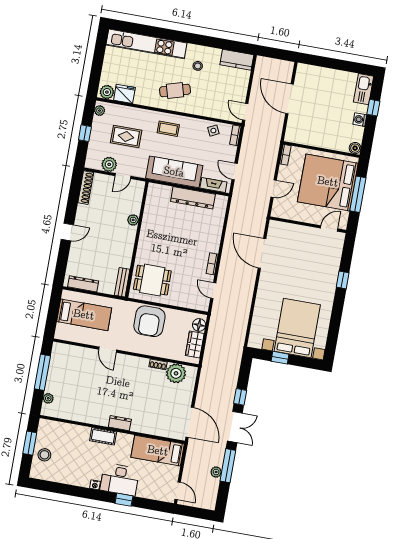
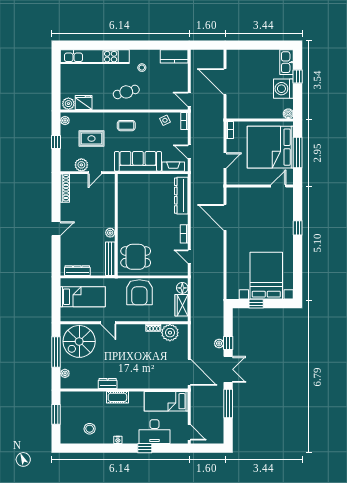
washing machine: (360, 120) -> (283, 89), width x1.89, depth x1.89
dresser: (193, 198) -> (181, 196), moved, turned 90
plant: (133, 220) -> (110, 233), moved
bench: (122, 282) -> (110, 259), width x1.36
spiral stairs: (71, 365) -> (79, 341), added
dresser: (120, 423) -> (108, 384), moved
stool: (44, 455) -> (90, 429), moved
plant: (216, 472) -> (219, 343), moved
desk: (120, 479) -> (155, 432), moved

